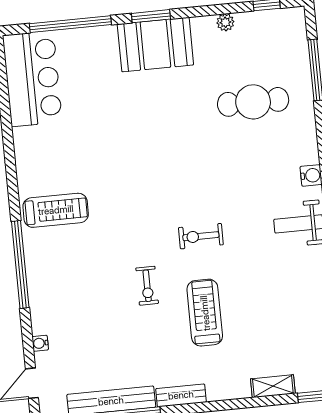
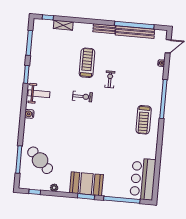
cafe table: (253, 102) -> (40, 160), moved, turned 44
treadmill: (56, 210) -> (144, 120), turned -90
treadmill: (205, 313) -> (87, 63), turned 180

